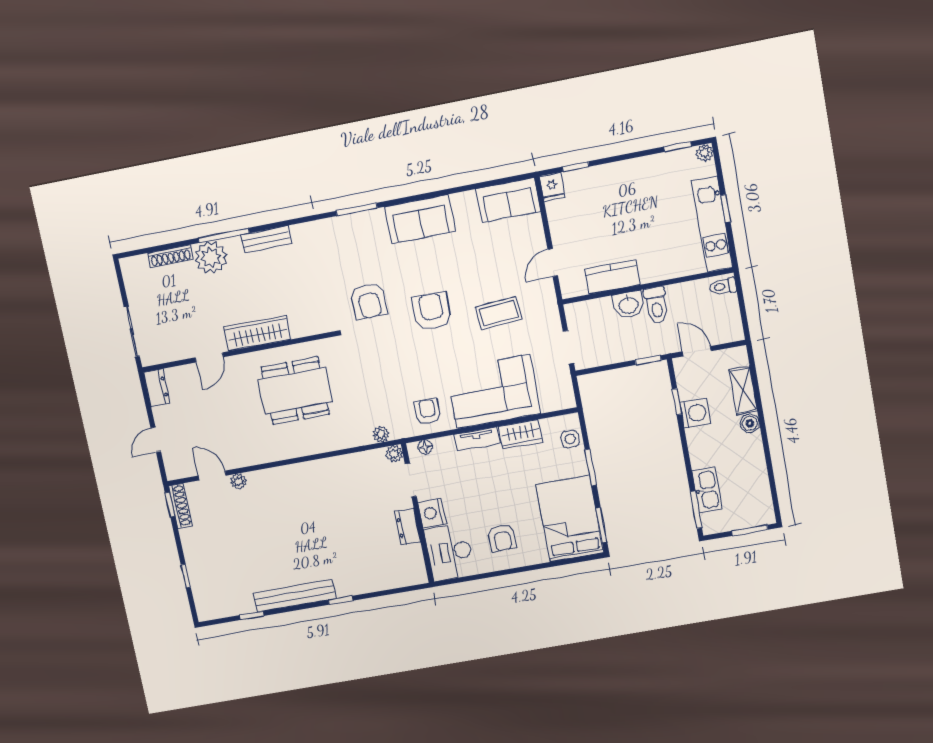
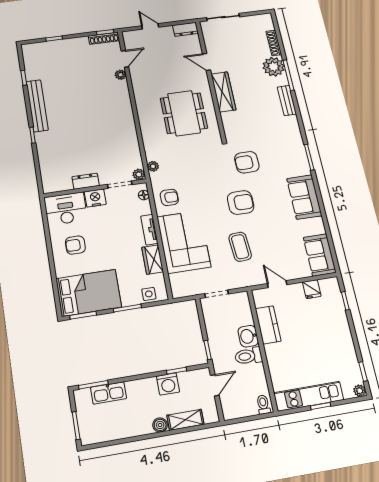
fridge: (552, 187) -> (312, 289), moved, turned -90

